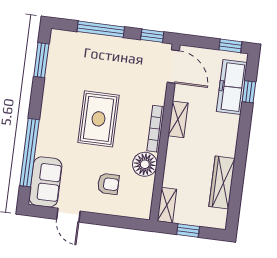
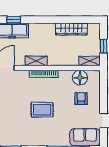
rug: (98, 119) -> (42, 110), width x0.73, depth x0.70
floor lamp: (145, 164) -> (80, 78), moved

